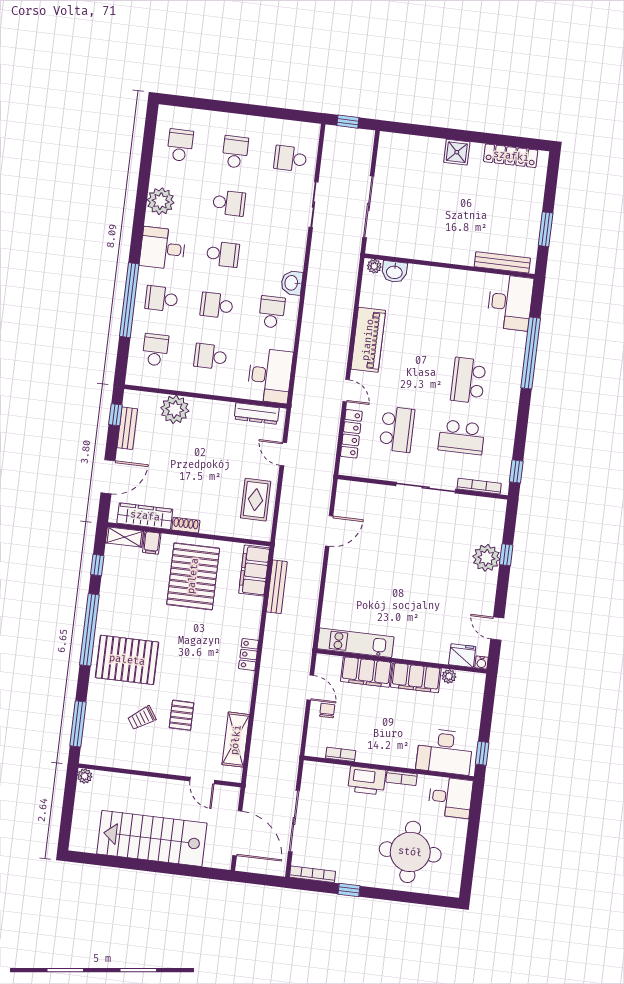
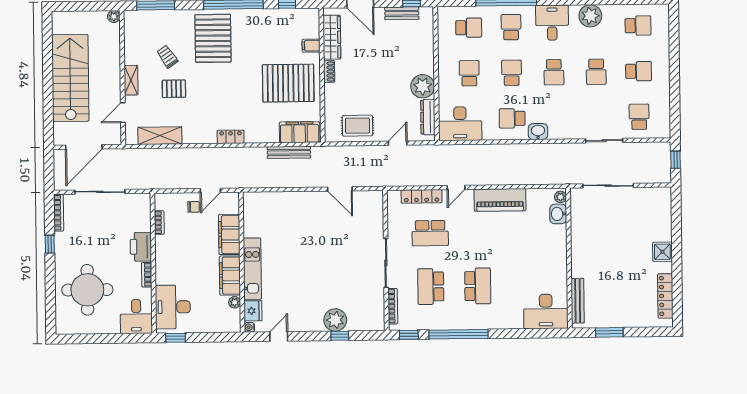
school desk: (272, 312) -> (512, 118), turned 180
window: (531, 353) -> (459, 334), moved
school desk: (468, 380) -> (478, 286), turned 90
plant: (175, 409) -> (423, 86), moved
shelving: (124, 537) -> (131, 80), moved
kitchen unit: (356, 643) -> (252, 269), moved

